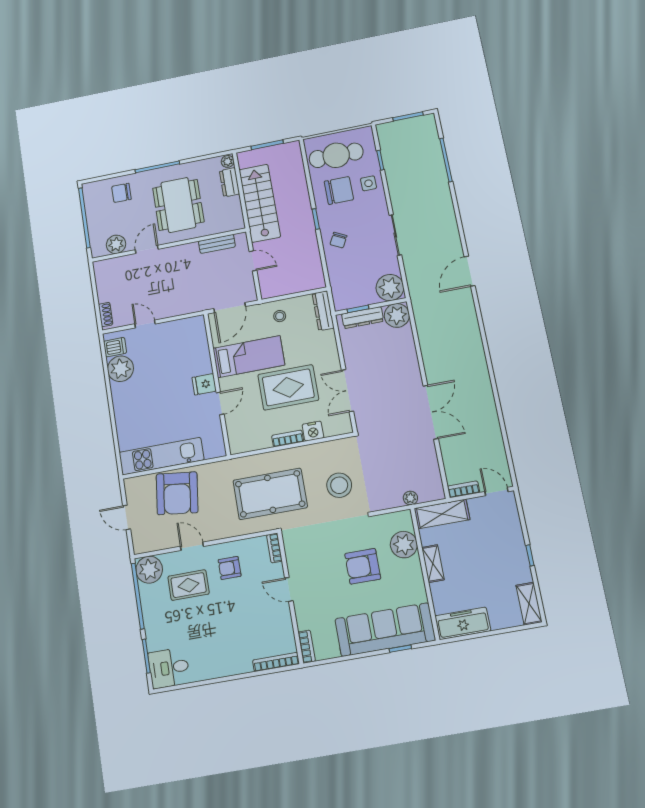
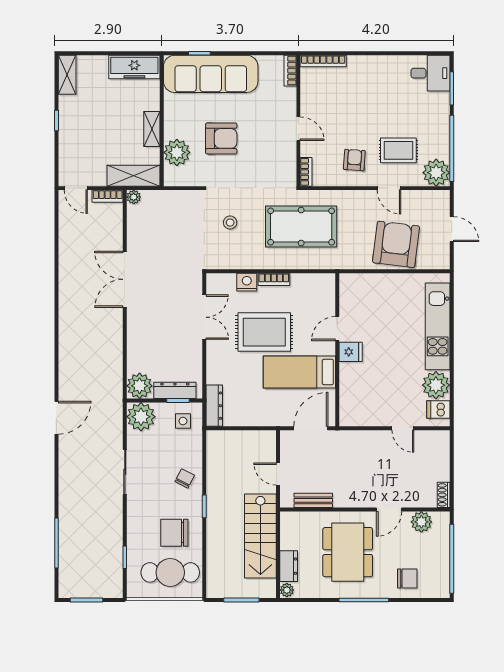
side table: (369, 183) -> (183, 421), moved
shoe rack: (106, 315) -> (444, 495), moved
stool: (280, 316) -> (260, 409), removed
kitchen unit: (161, 456) -> (438, 326), moved, turned 90
stool: (339, 485) -> (230, 223), width x0.53, depth x0.53
plant: (410, 498) -> (134, 197), moved
armchair: (230, 568) -> (354, 160), turned -86

